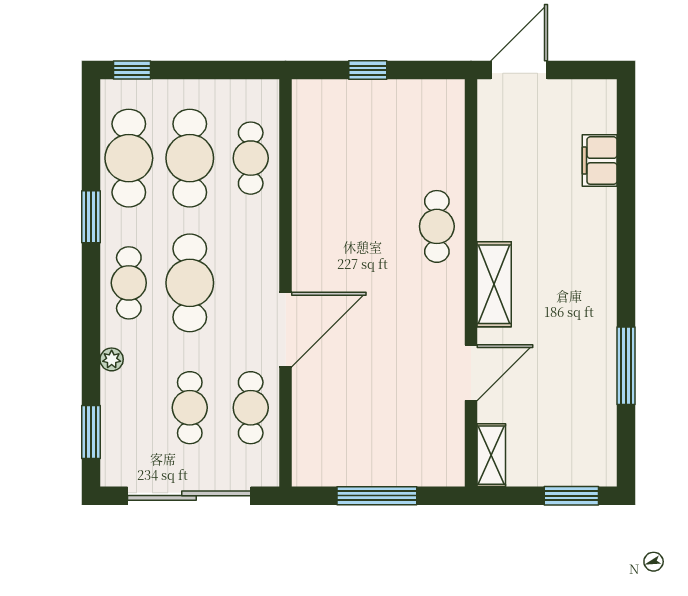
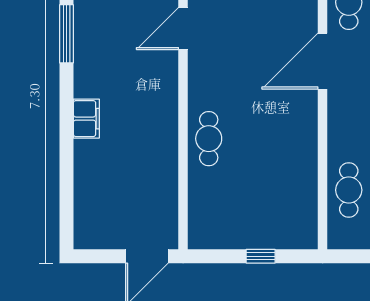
filing cabinet: (600, 161) -> (86, 119), moved
shelving: (494, 284) -> (166, 95), removed

